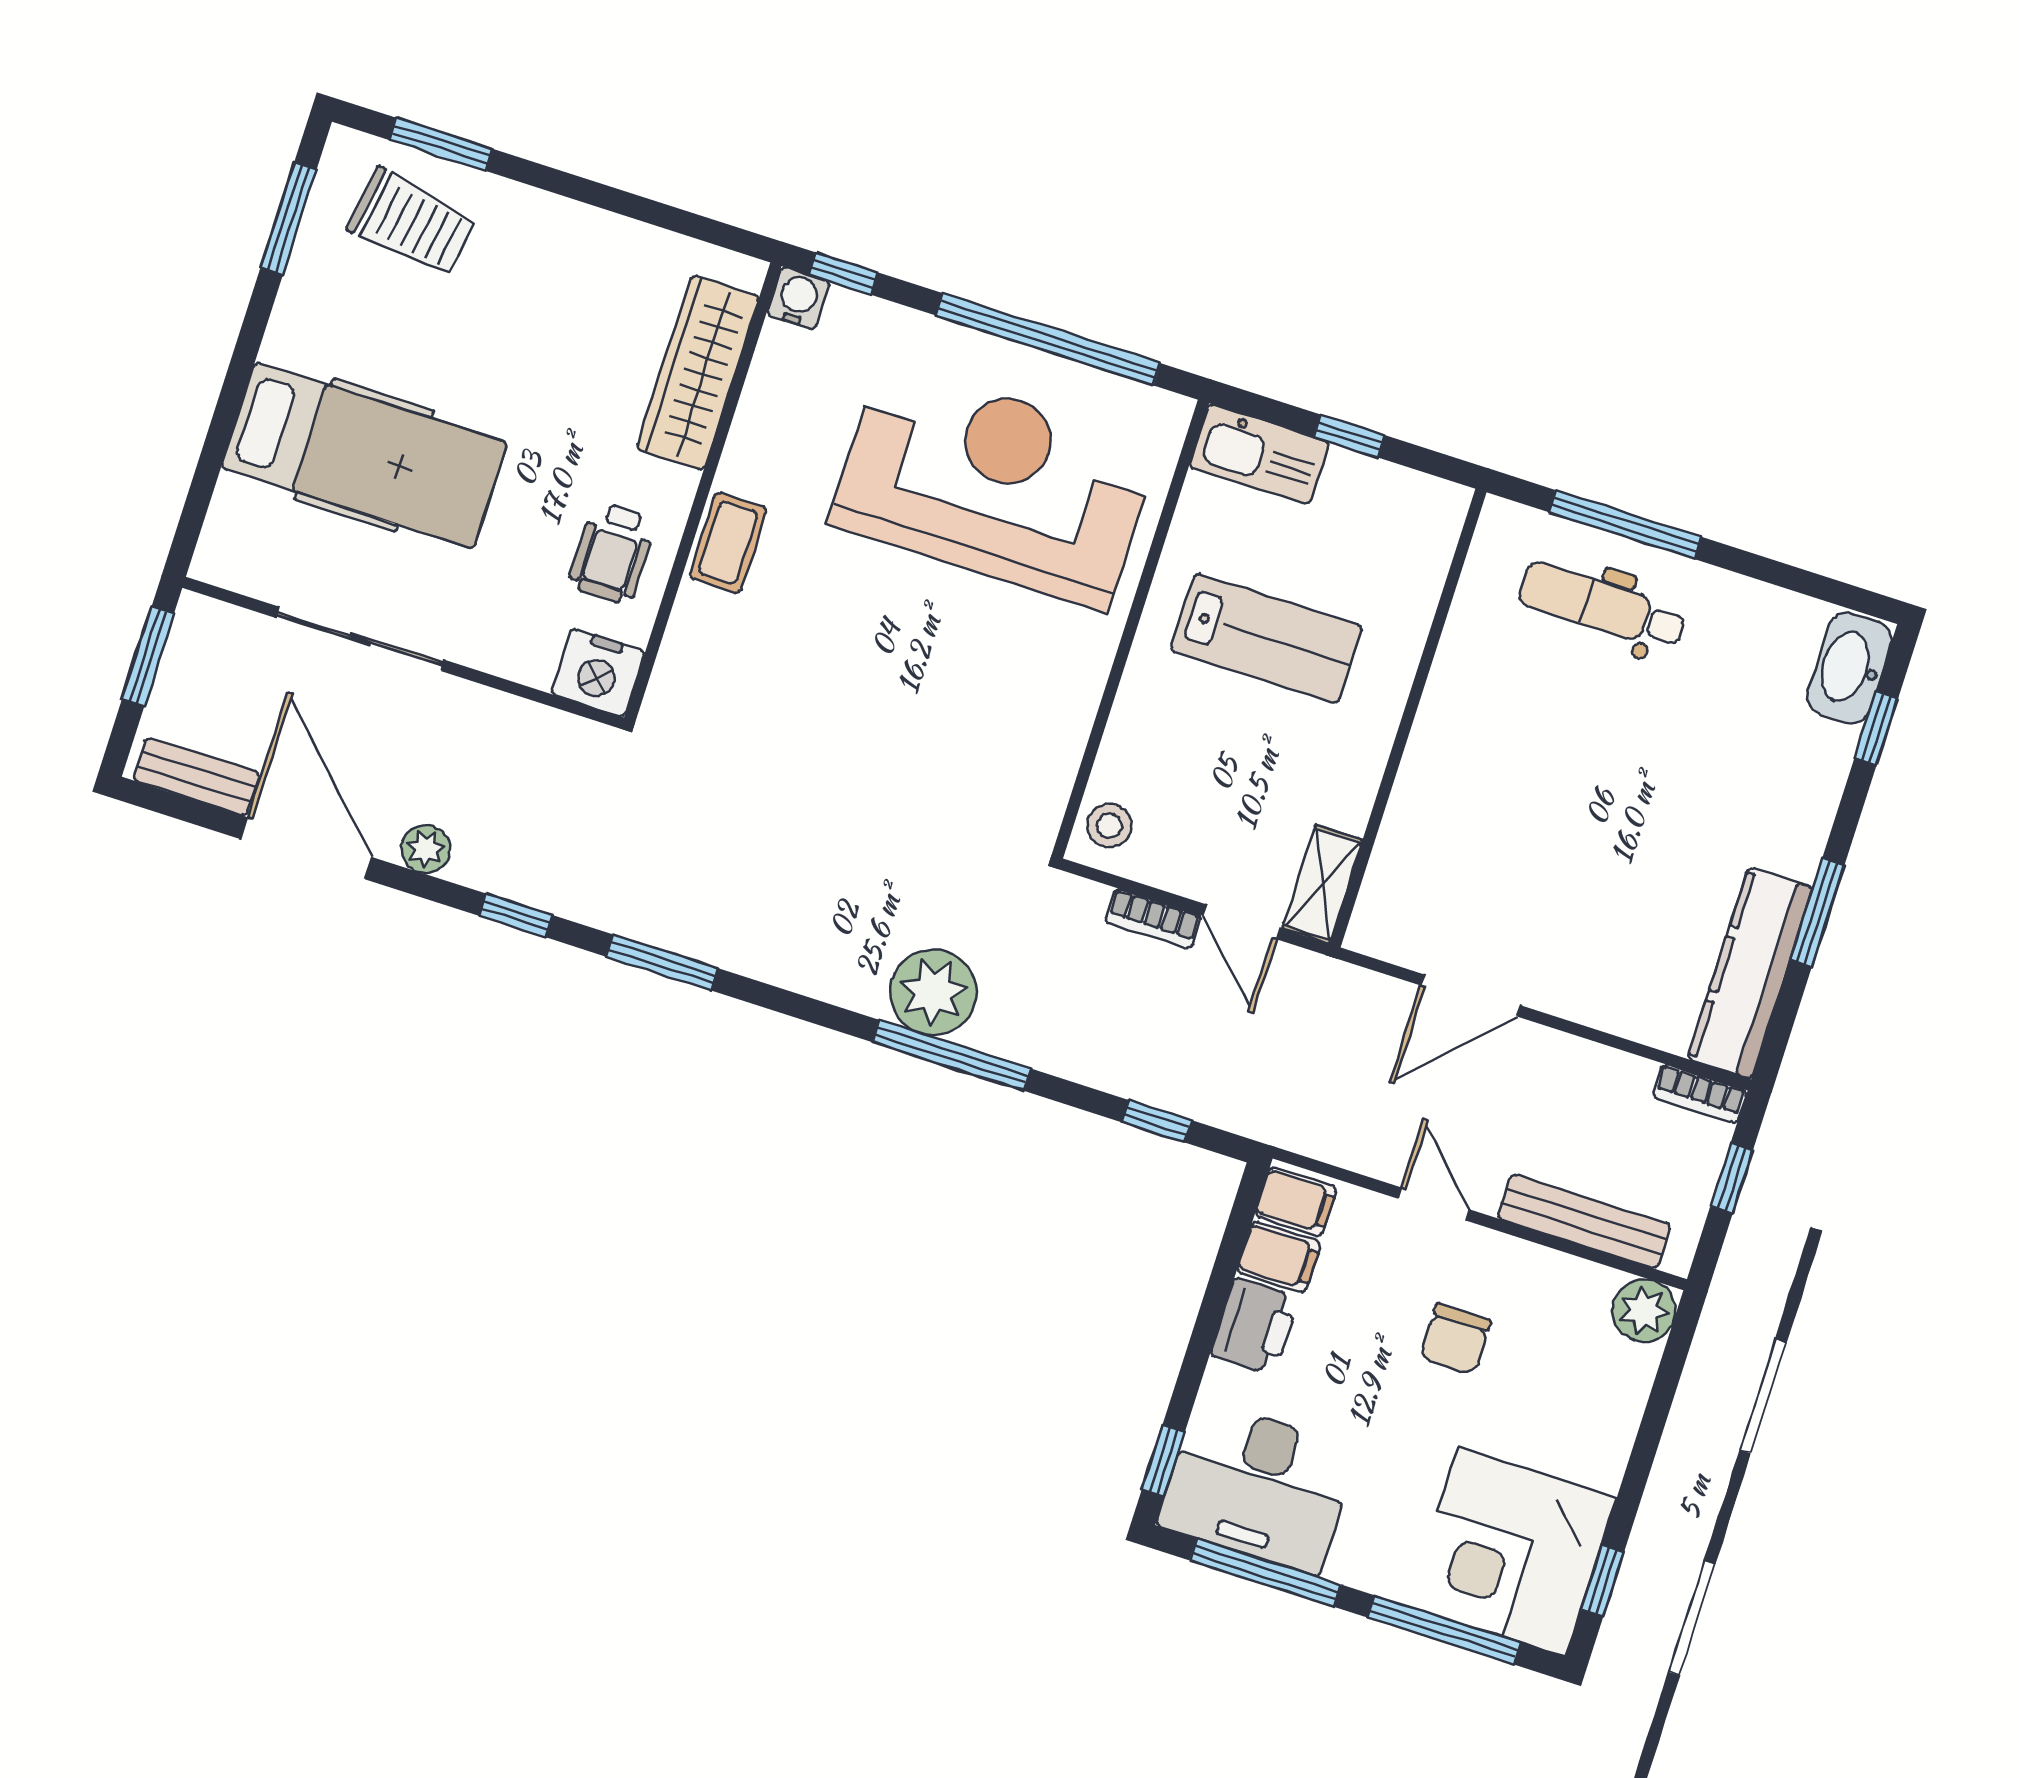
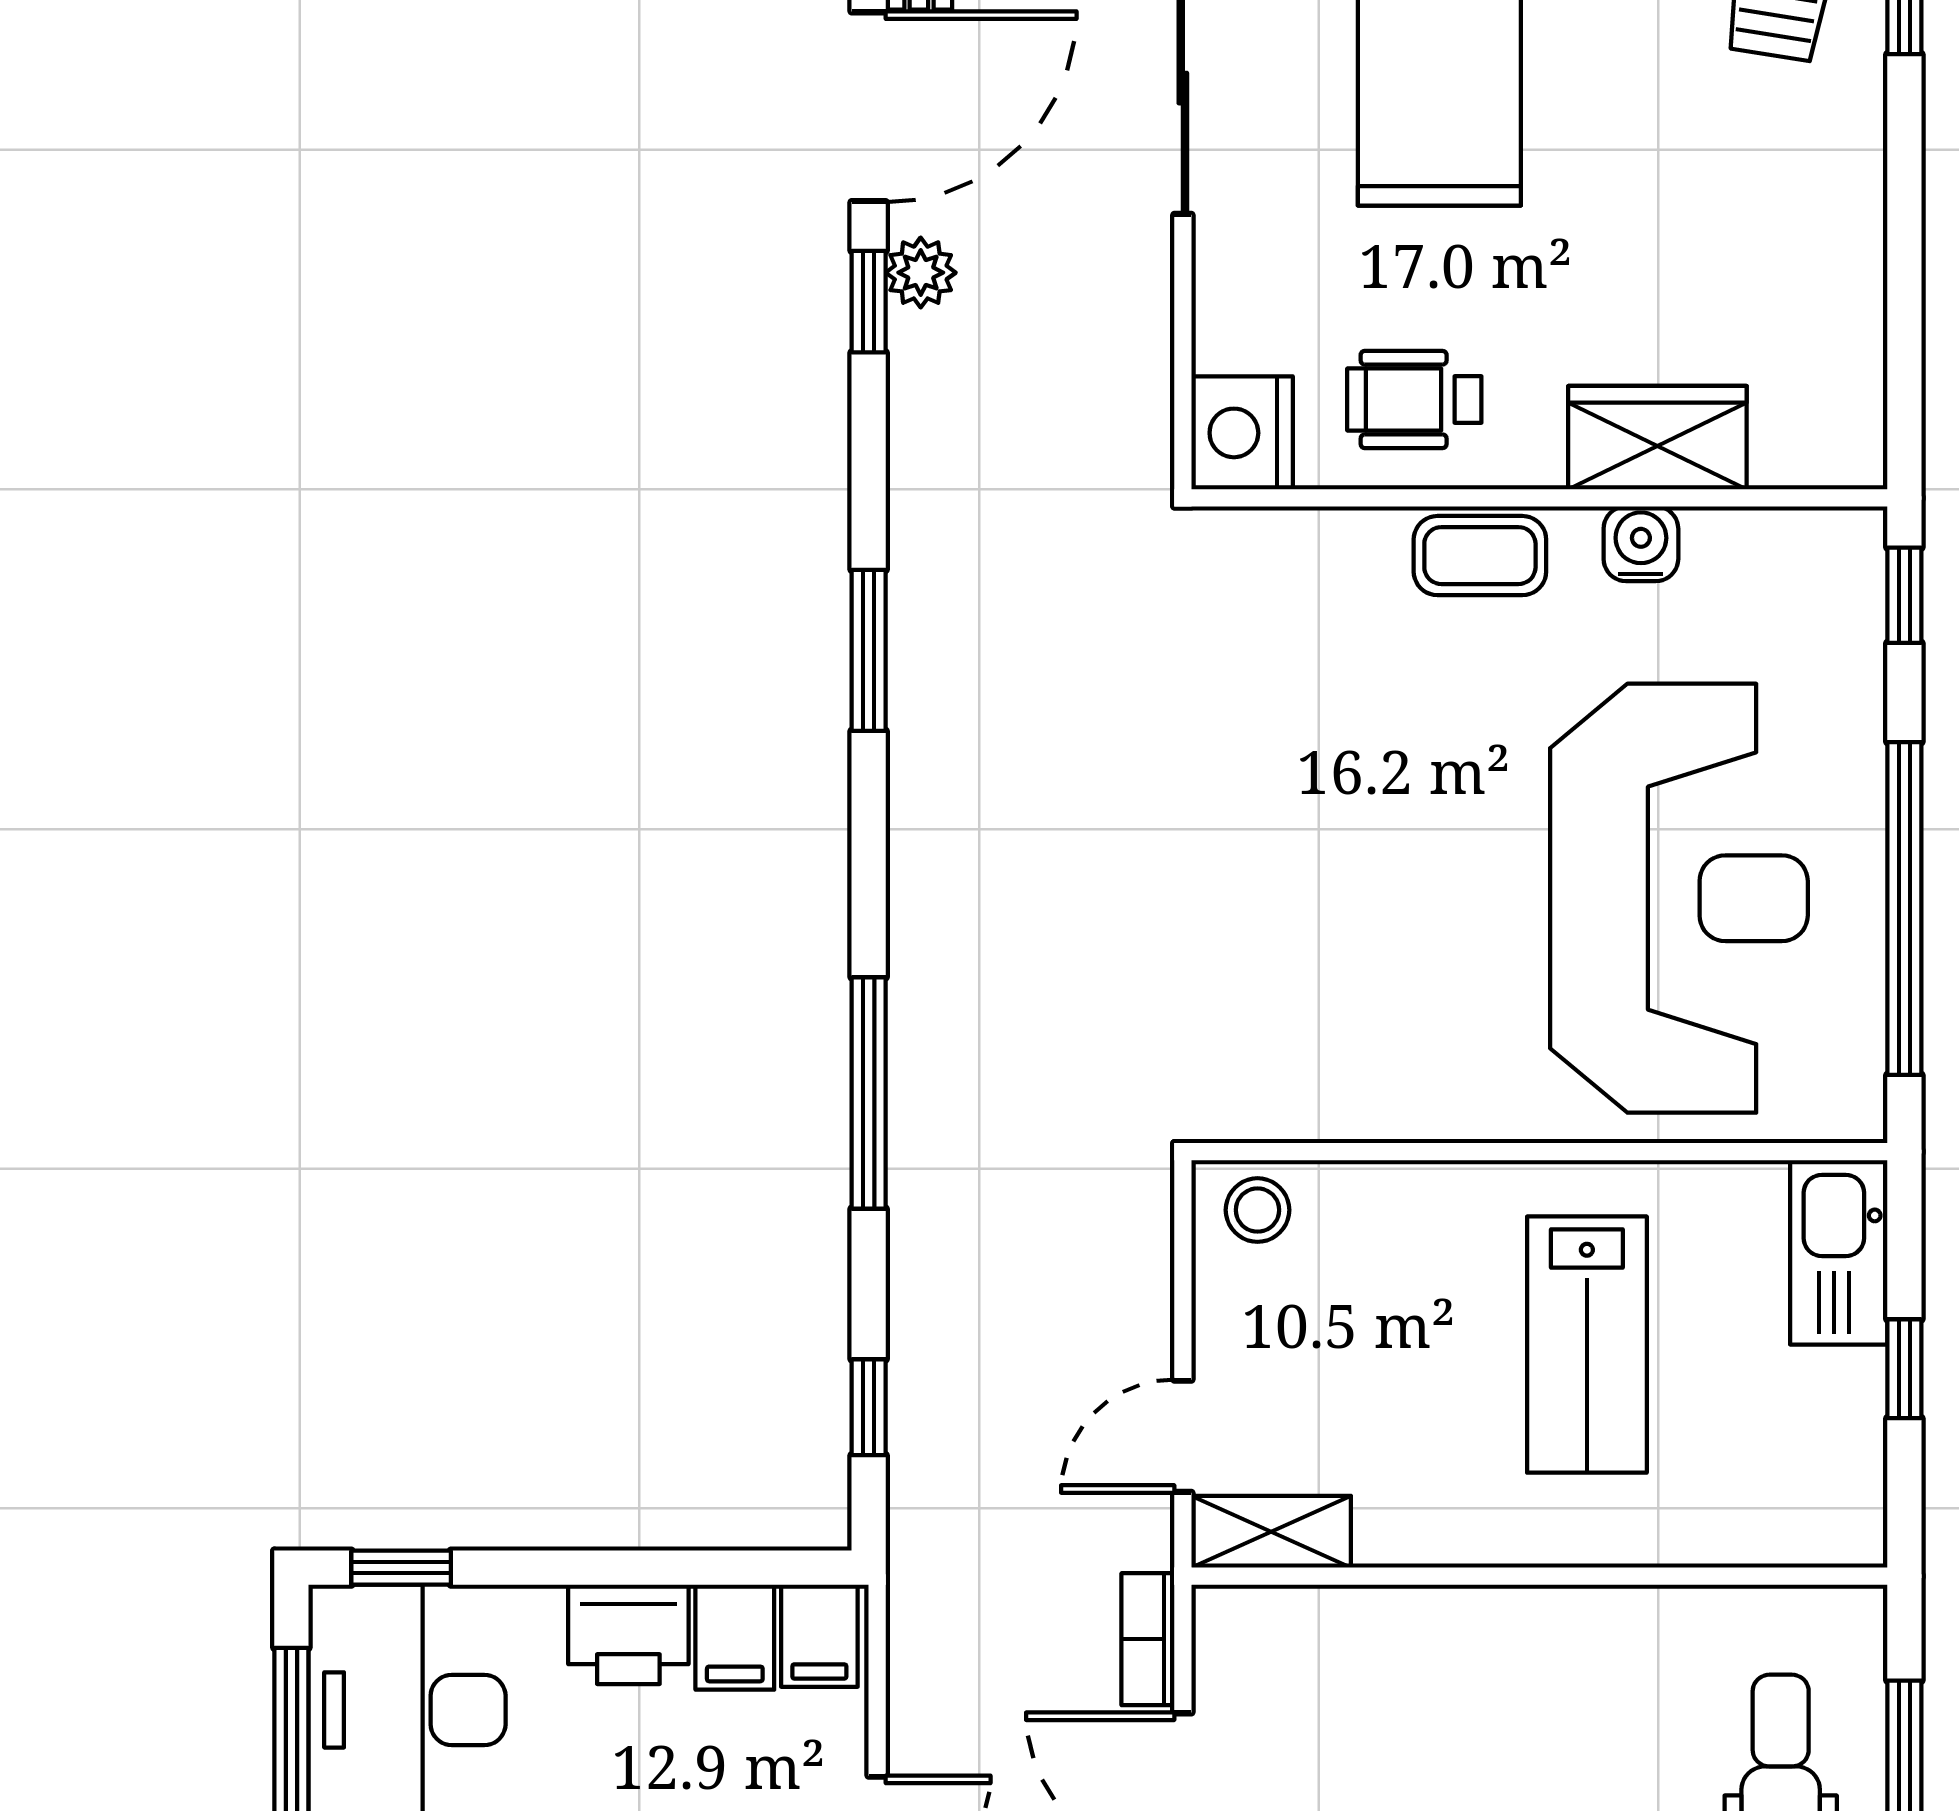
water cooler: (798, 298) -> (1641, 544), moved, turned -90
wardrobe: (698, 373) -> (1657, 438), width x0.67
window: (516, 915) -> (869, 302), moved
bookcase: (1153, 919) -> (1148, 1639), moved
plant: (933, 992) -> (948, 1040), removed

